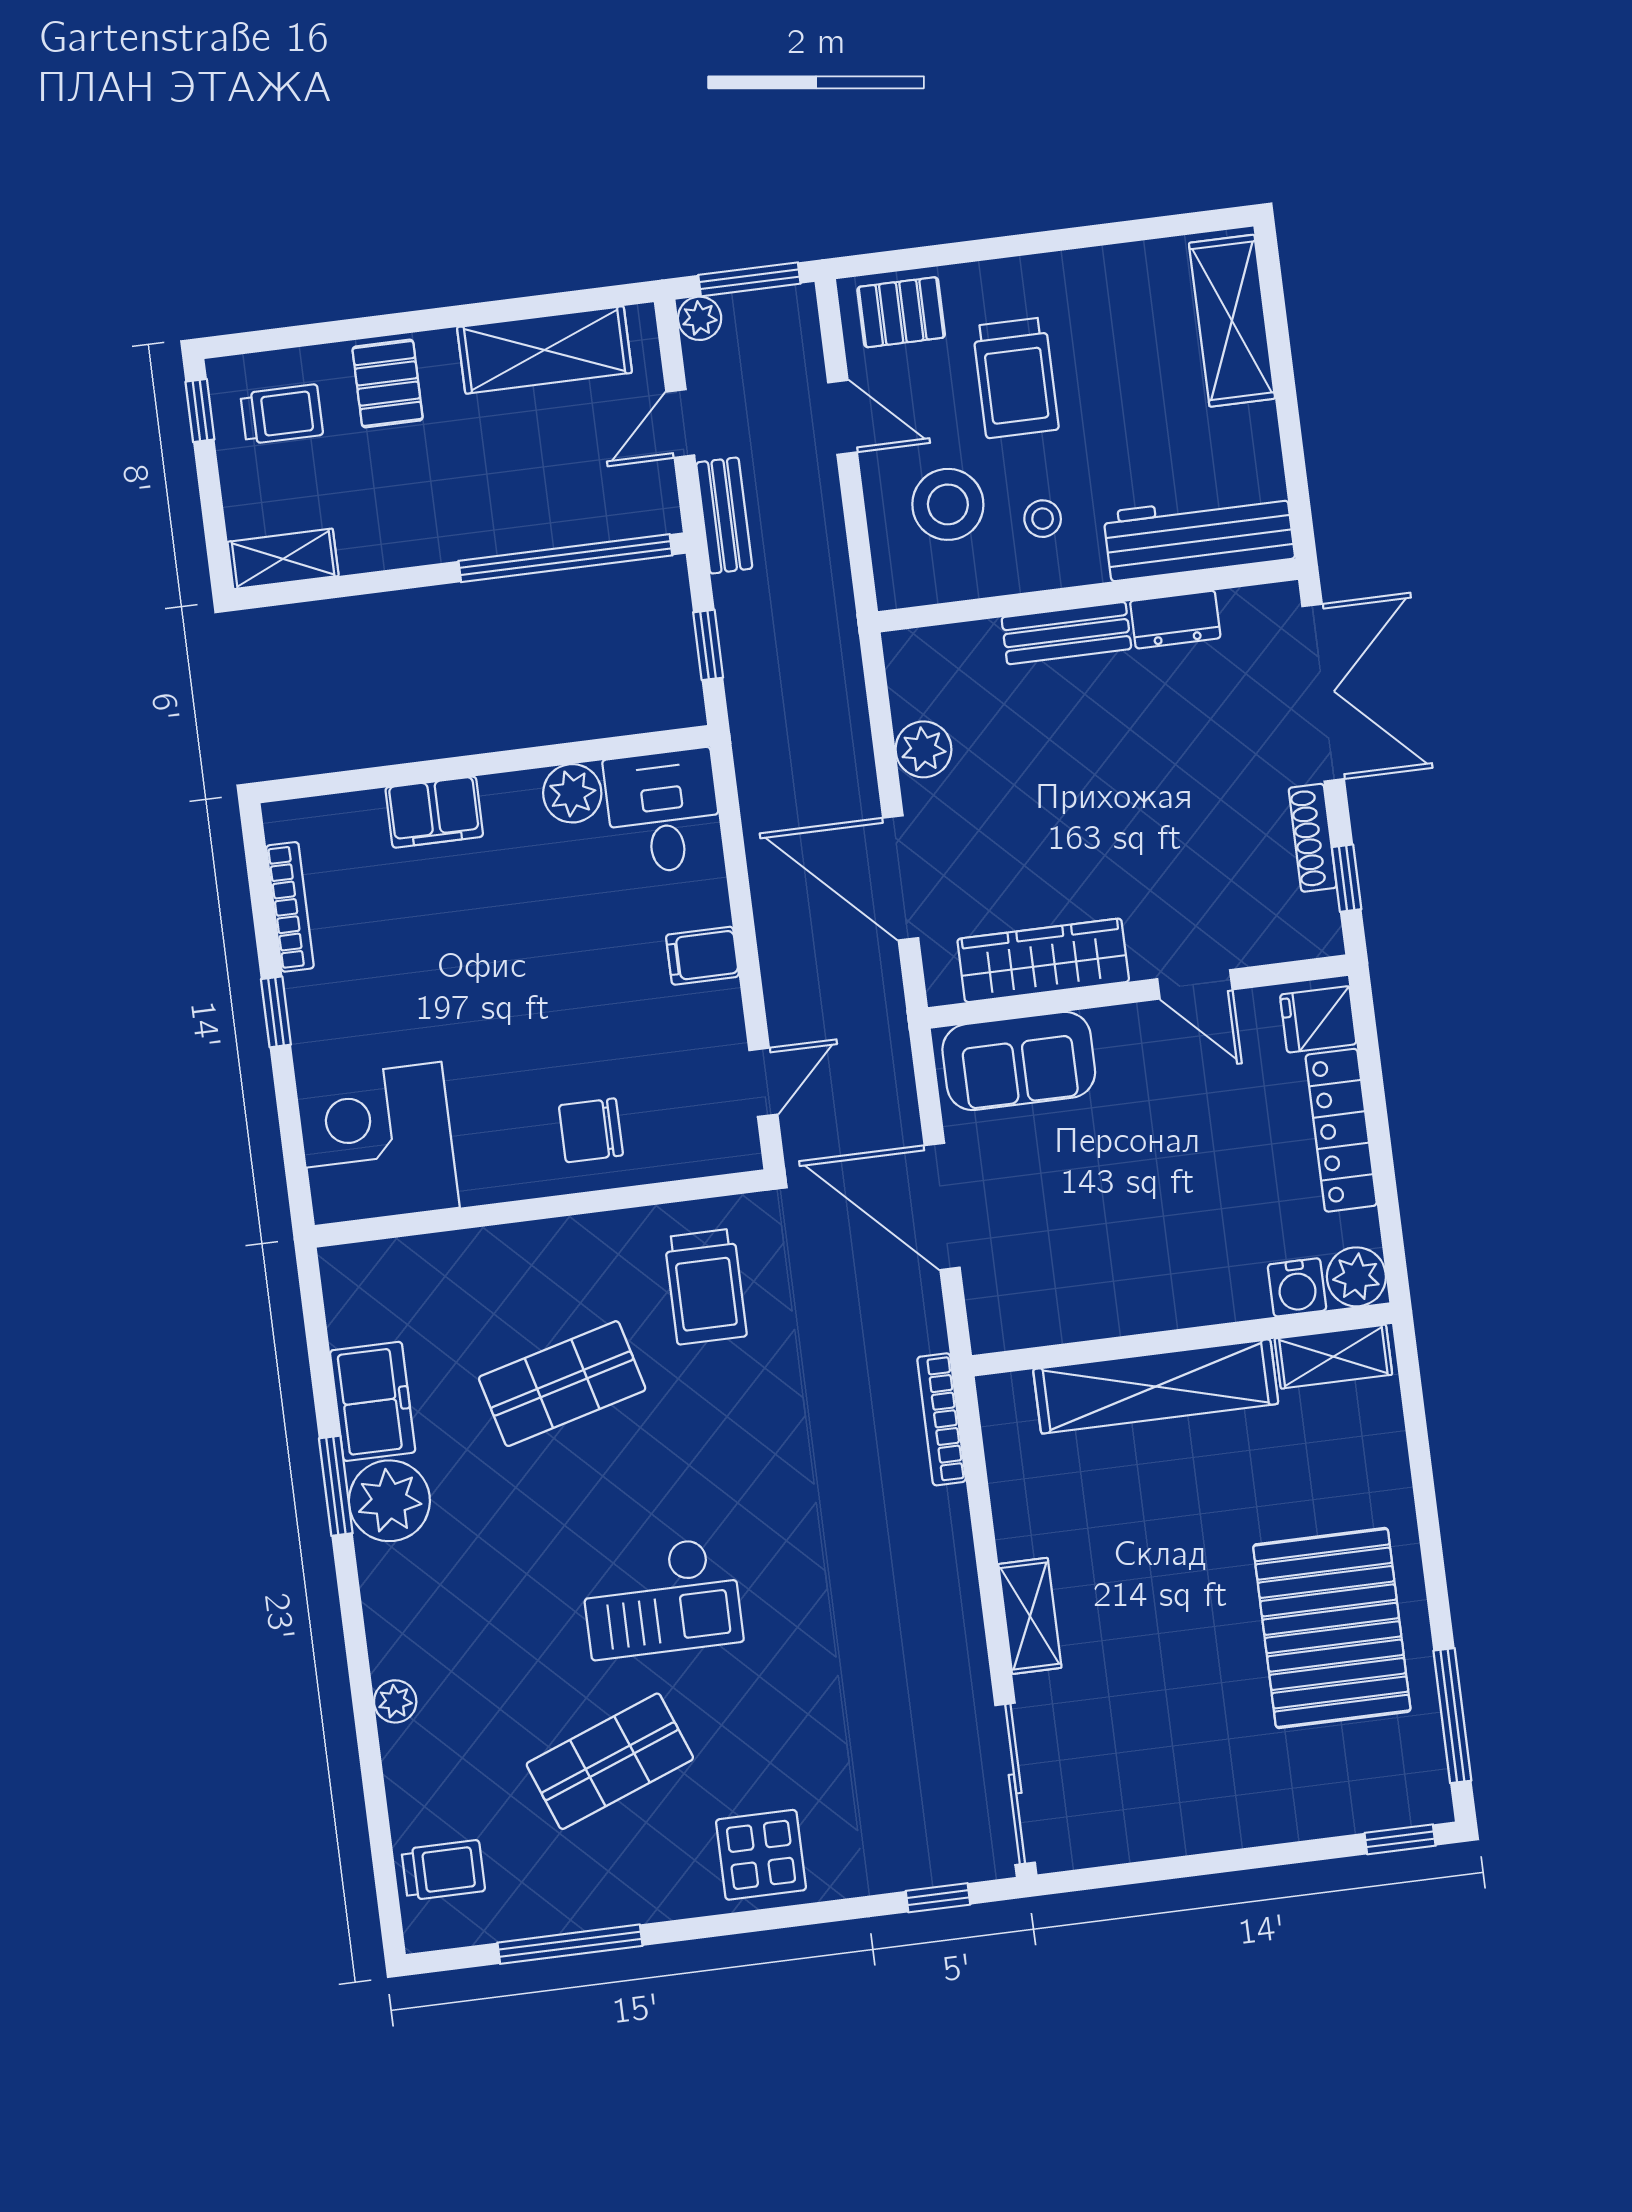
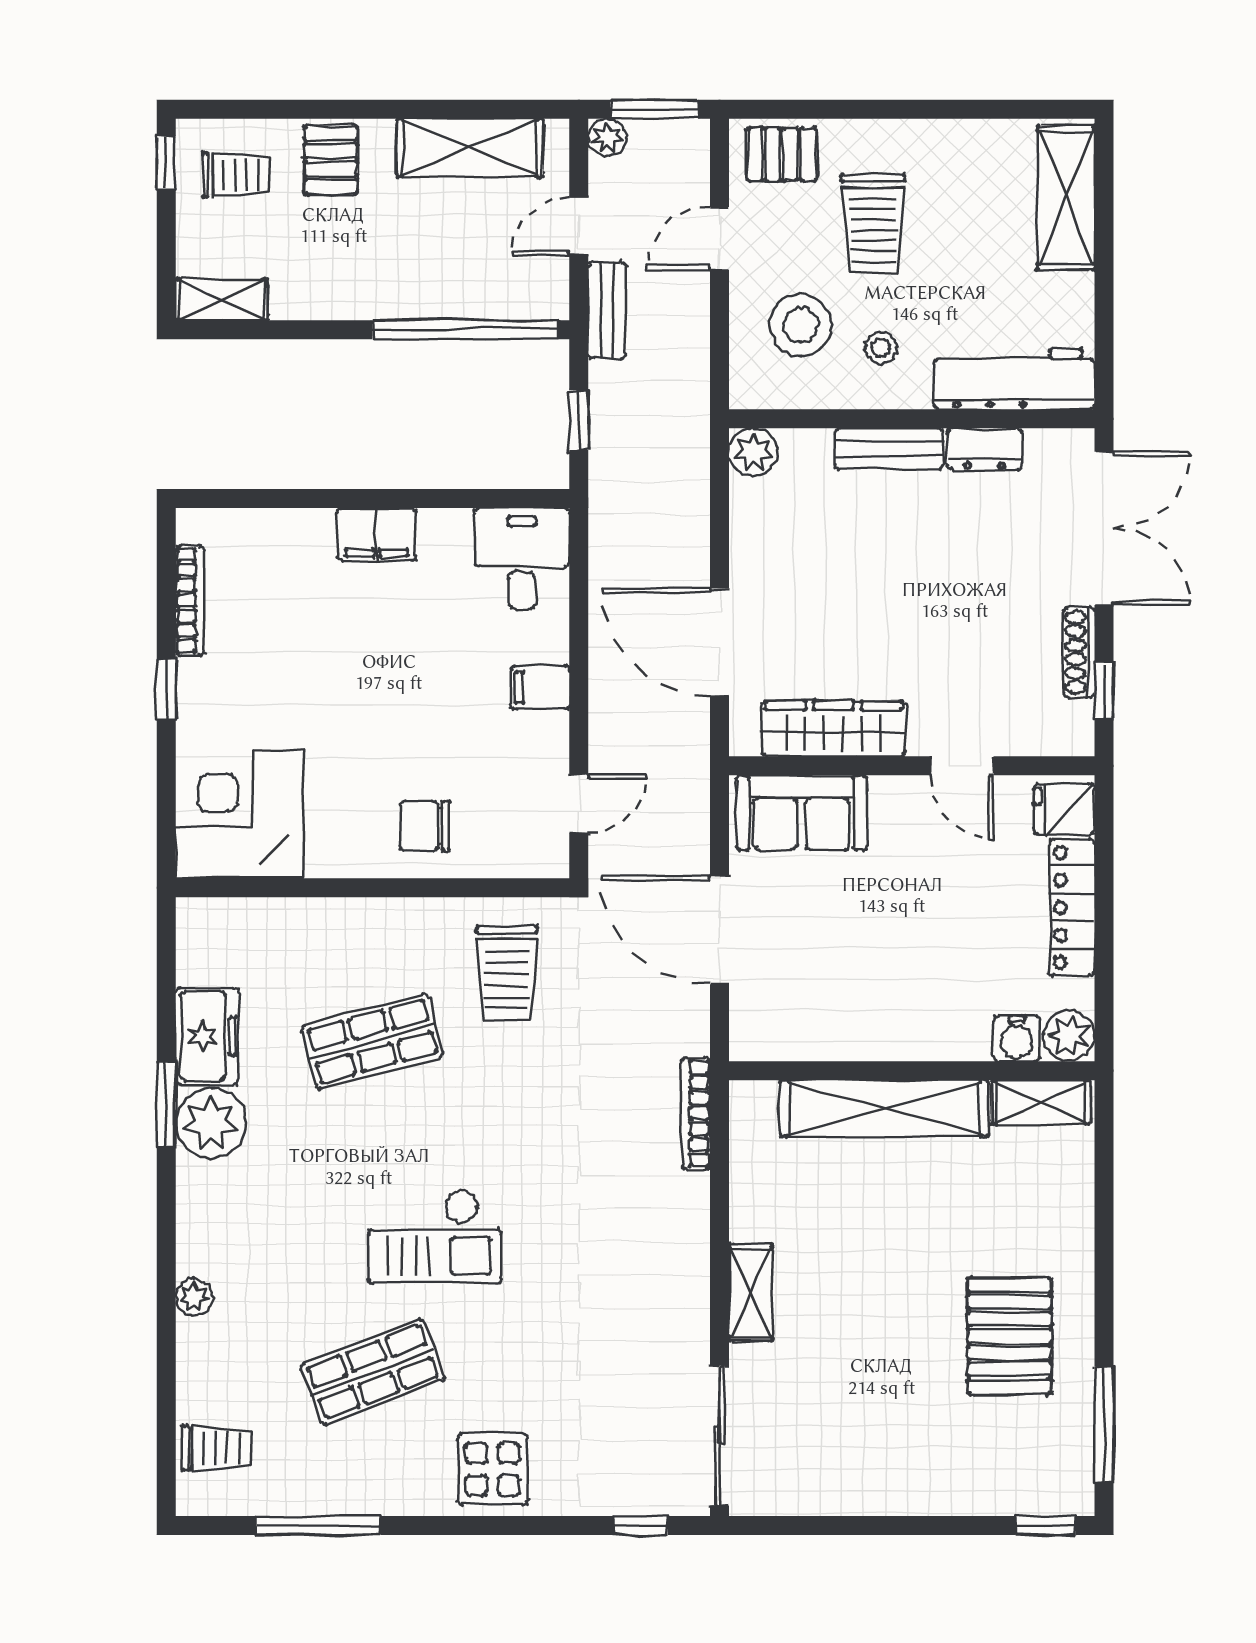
door: (842, 417) -> (720, 239), swing flipped
plant: (923, 749) -> (753, 453), moved
plant: (572, 793) -> (446, 533), removed
filing cabinet: (434, 812) -> (377, 534), moved
pallet: (1332, 1628) -> (1010, 1336), width x0.73, depth x0.71

